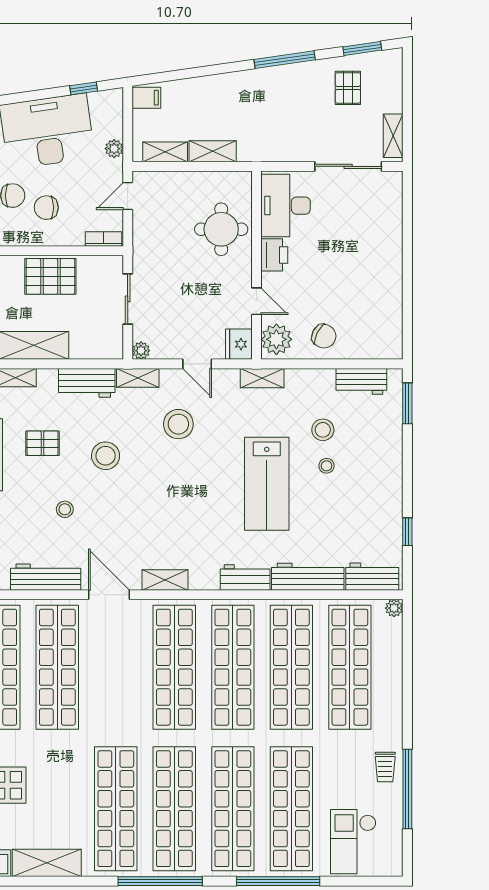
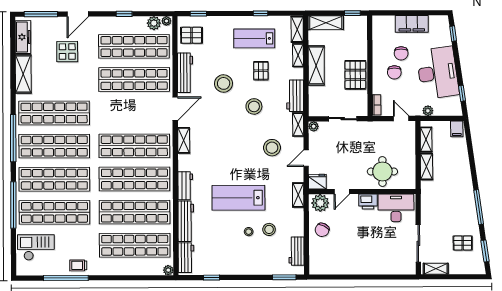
chair: (46, 208) -> (394, 72), turned 180
stool: (65, 509) -> (224, 83), width x1.89, depth x1.89

